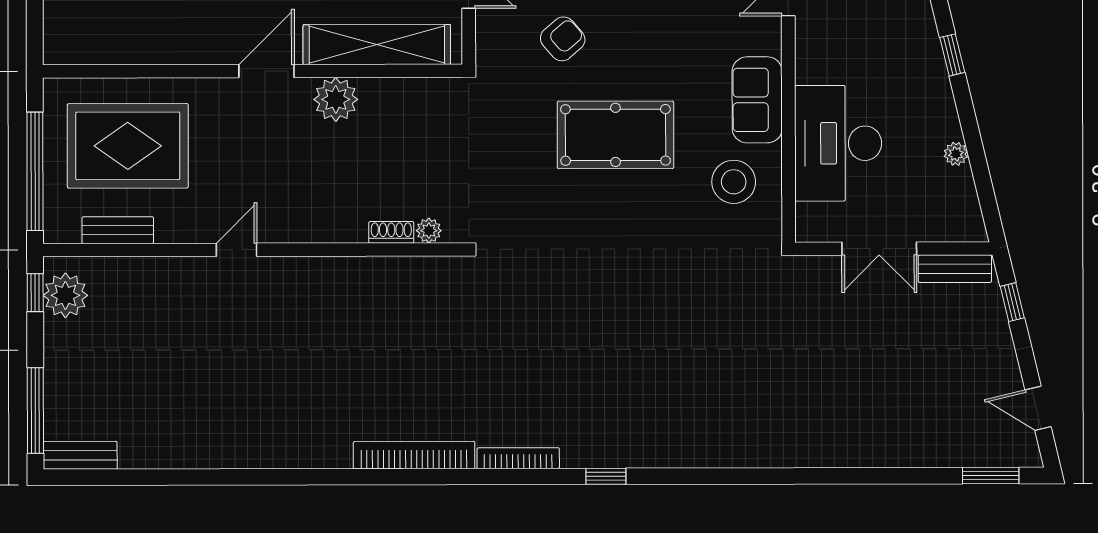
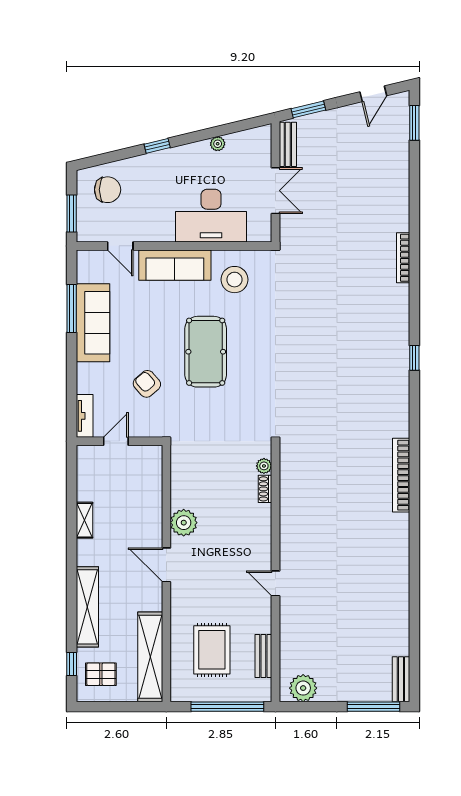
shelving: (377, 45) -> (150, 657), moved
sofa: (757, 100) -> (175, 265), width x1.36
rug: (128, 146) -> (212, 650), width x0.73, depth x0.69
window: (35, 293) -> (301, 707), removed
window: (1012, 302) -> (308, 109), width x1.50
bookcase: (518, 458) -> (403, 258), moved

